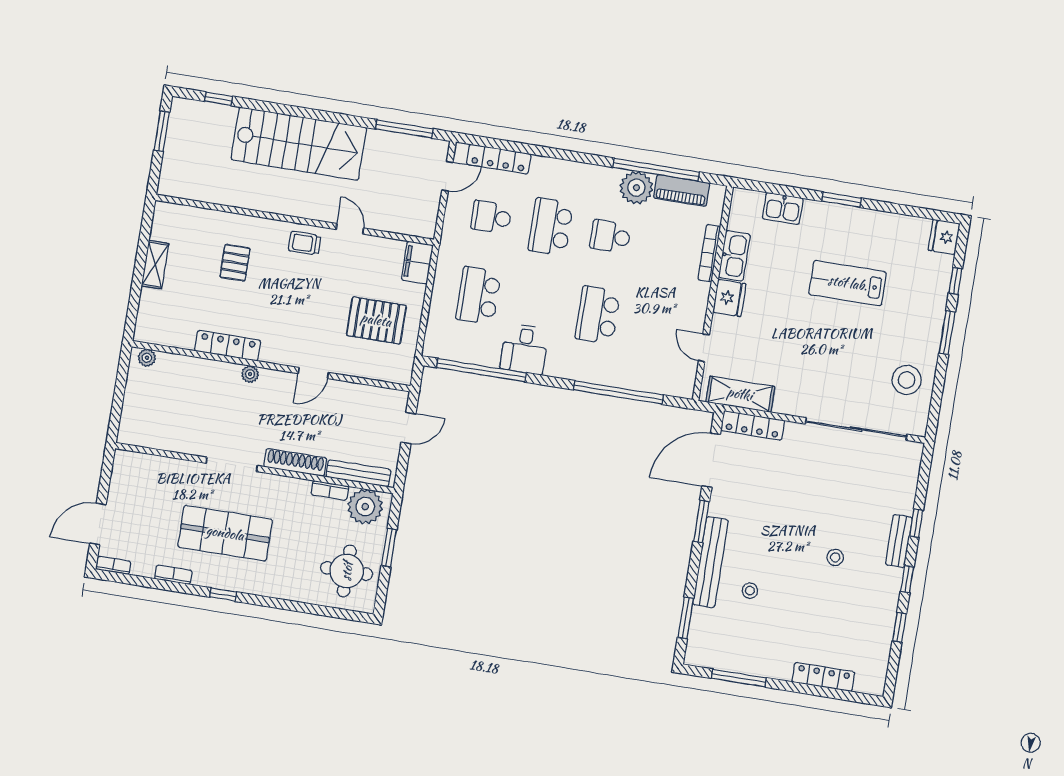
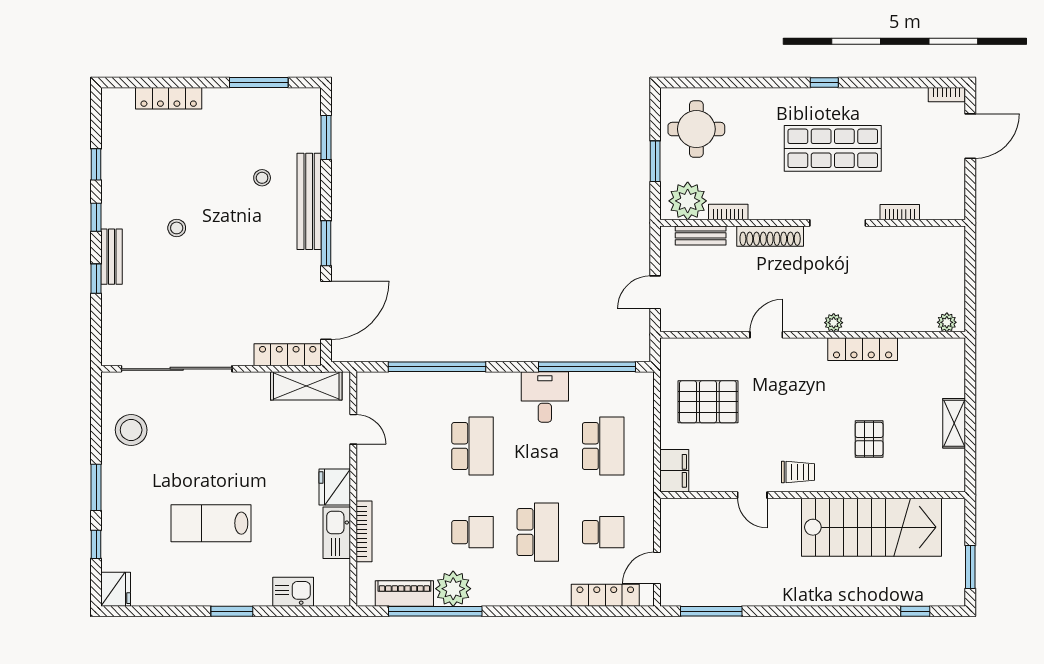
stairs: (299, 144) -> (872, 527), moved, turned 180
lab bench: (848, 283) -> (211, 523), turned 180
bench: (358, 473) -> (701, 235), width x0.73
bookcase: (173, 575) -> (900, 212), moved, turned 180

